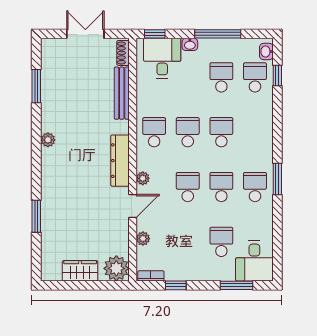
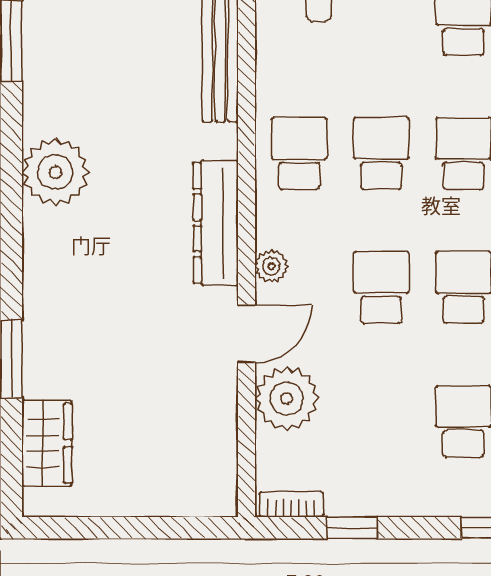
plant: (48, 140) -> (55, 172), width x1.87, depth x1.87
plant: (143, 239) -> (287, 398), width x1.87, depth x1.87
plant: (116, 268) -> (207, 486), removed
wardrobe: (80, 271) -> (47, 443), moved, turned 90

